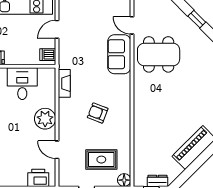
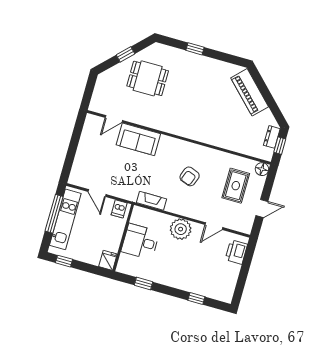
dining table: (159, 54) -> (148, 78), moved, width x0.73

